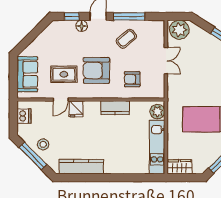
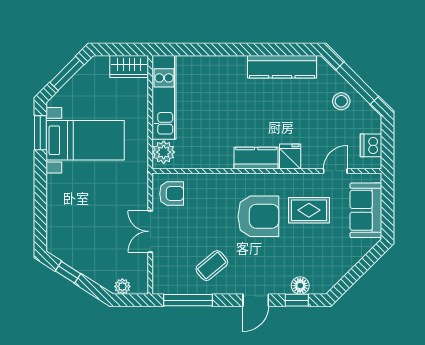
window: (129, 16) -> (188, 300), moved
floor lamp: (82, 26) -> (300, 286), moved
plant: (179, 30) -> (122, 286), width x0.53, depth x0.53
armchair: (132, 79) -> (172, 194), moved
door: (61, 100) -> (335, 171), moved
kitchen counter: (115, 108) -> (256, 158), moved

